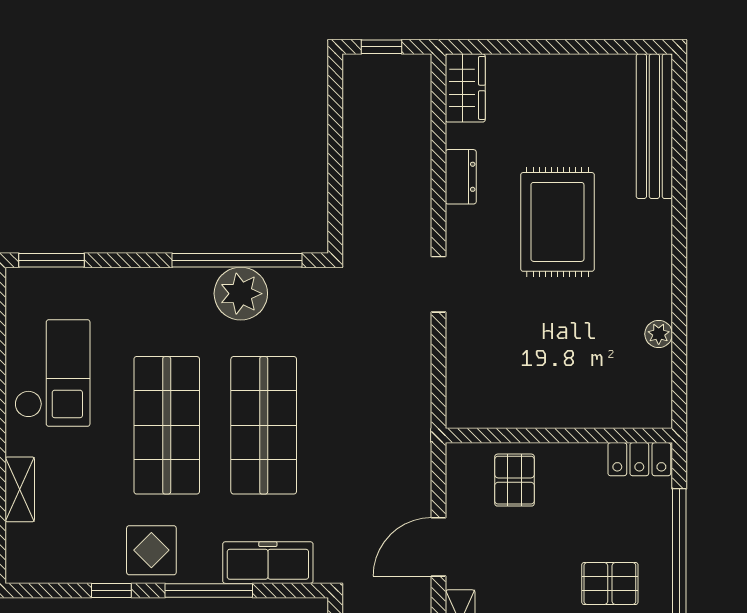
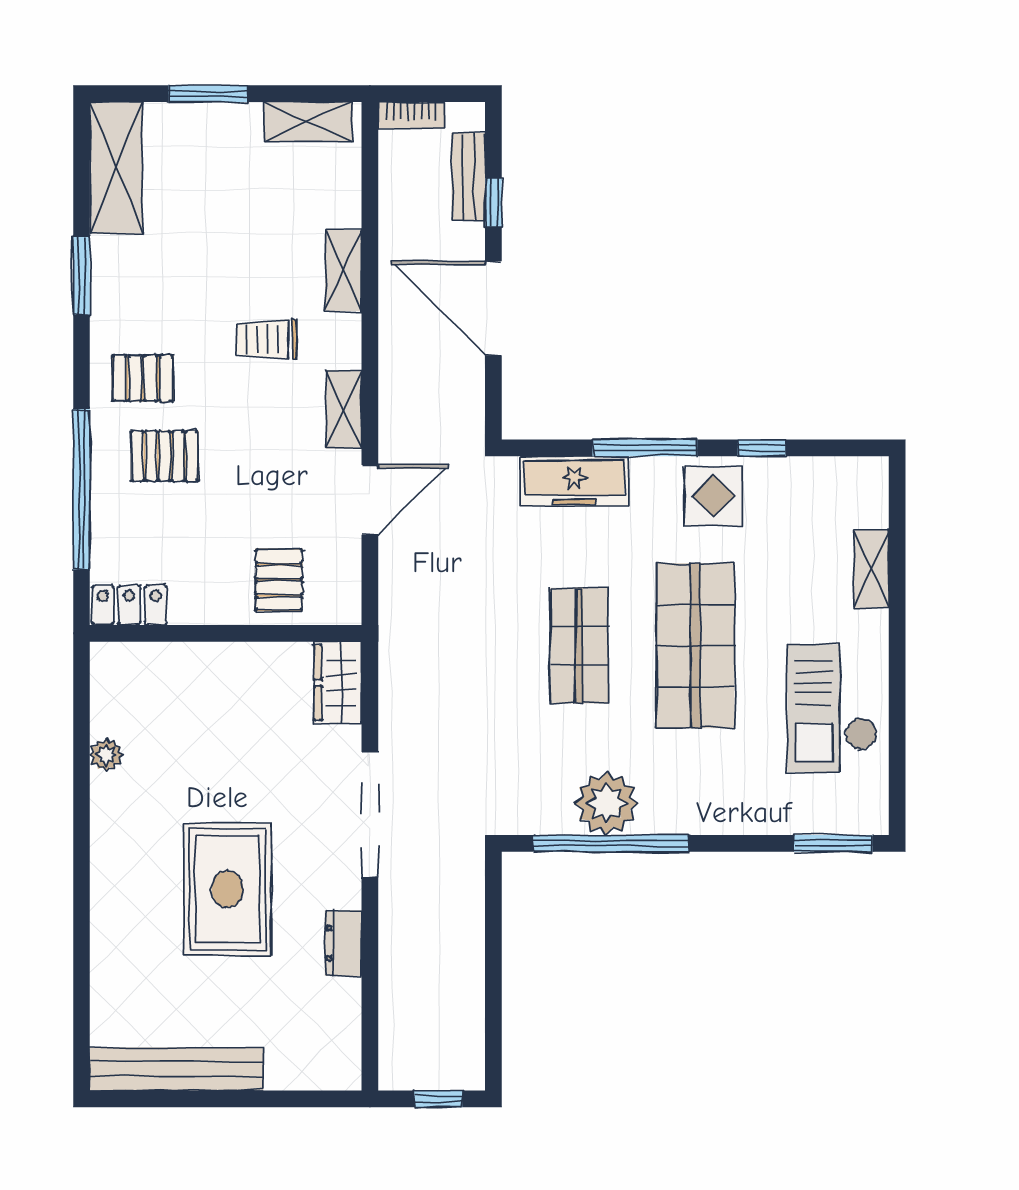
wardrobe: (465, 88) -> (338, 683), moved
bench: (654, 126) -> (177, 1069), moved, turned 90
doorway: (438, 284) -> (370, 815), width x1.88
shop shelf: (264, 425) -> (579, 646), width x0.70, depth x0.74

